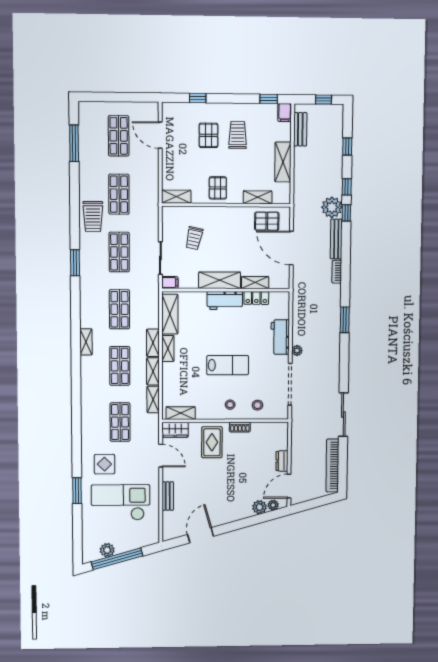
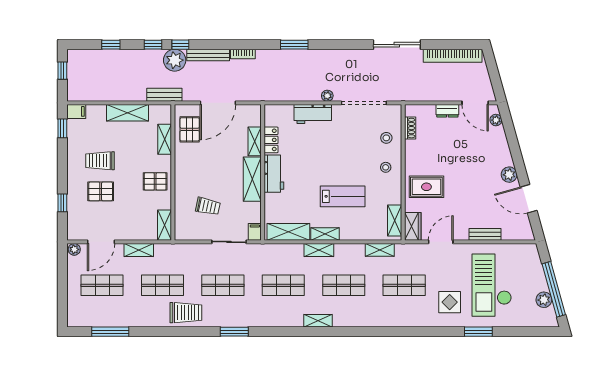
plant: (153, 109) -> (74, 249), added
bench: (300, 129) -> (164, 95), moved
lab bench: (228, 365) -> (343, 196), moved, turned 90
shelving: (153, 371) -> (139, 250), moved
shoe rack: (240, 427) -> (410, 128), moved
plant: (259, 507) -> (509, 175), moved

